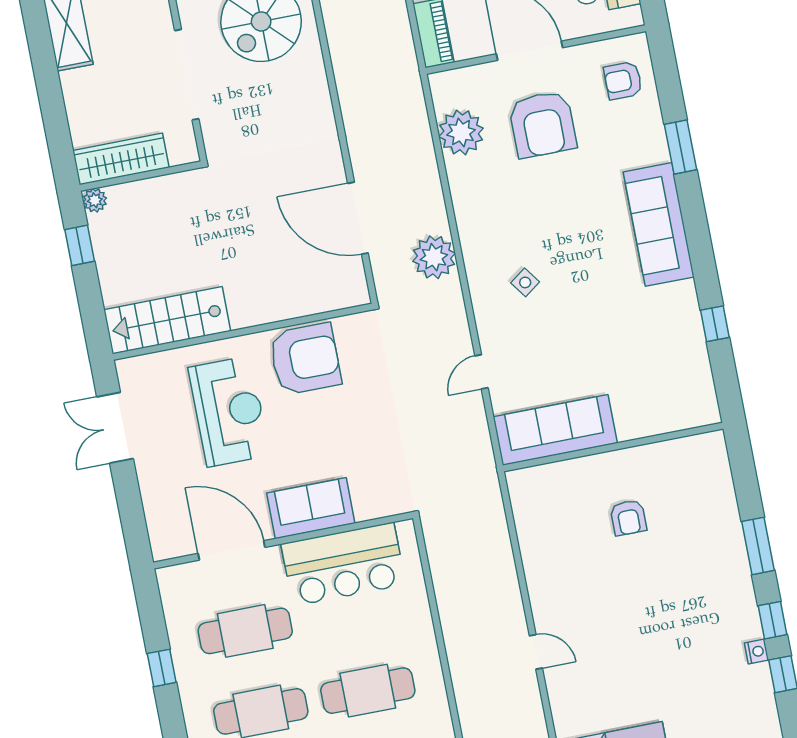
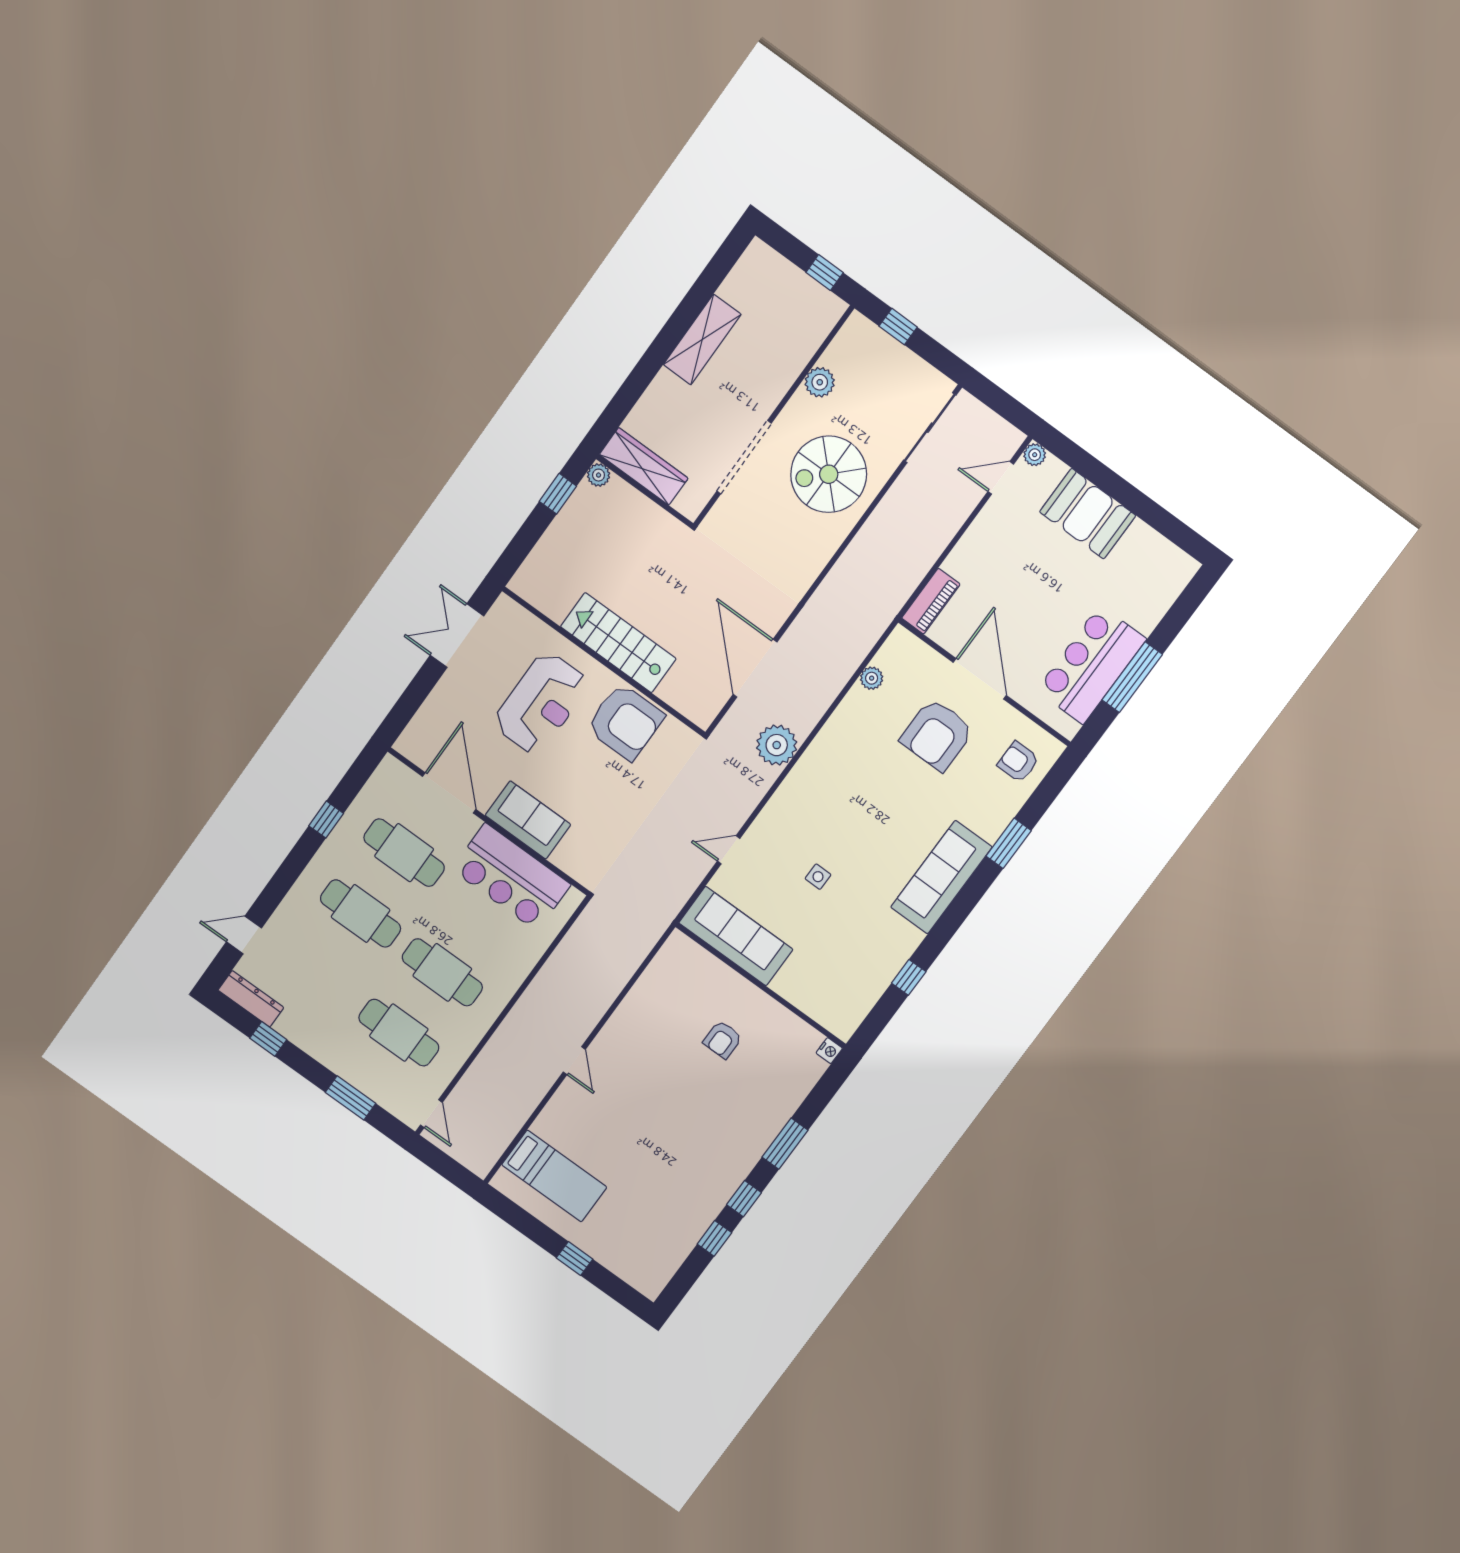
plant: (461, 132) -> (872, 678), width x0.53, depth x0.53
side table: (525, 282) -> (818, 877), moved, turned 36
stairs: (167, 320) -> (618, 643), moved
nightstand: (756, 652) -> (829, 1051), moved

